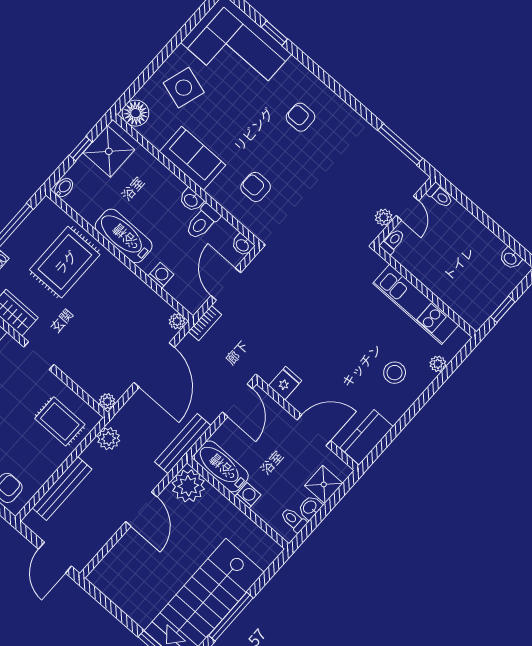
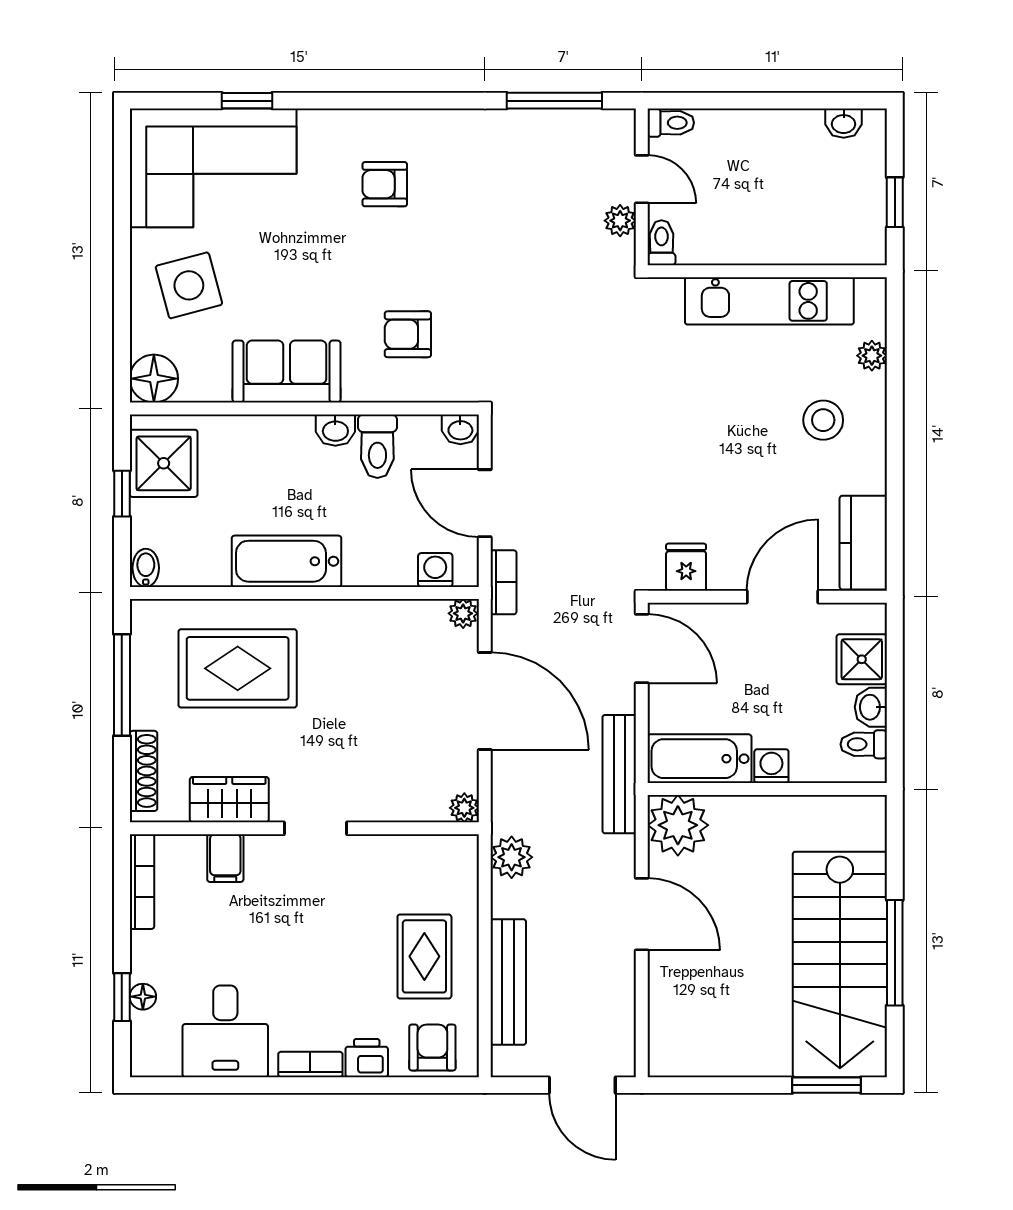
side table: (184, 88) -> (189, 285), turned -32
rug: (65, 262) -> (238, 668), turned 90
washing machine: (161, 275) -> (435, 570), moved
rug: (60, 421) -> (424, 956), moved, turned 90

